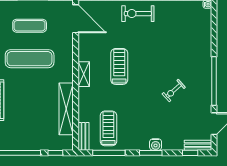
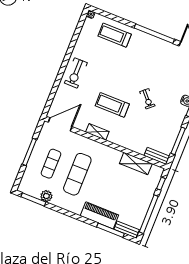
shelving: (84, 74) -> (97, 132), moved
exercise bike: (174, 91) -> (147, 99), moved
shelving: (66, 109) -> (136, 164), width x0.68
treadmill: (108, 128) -> (115, 35), moved

